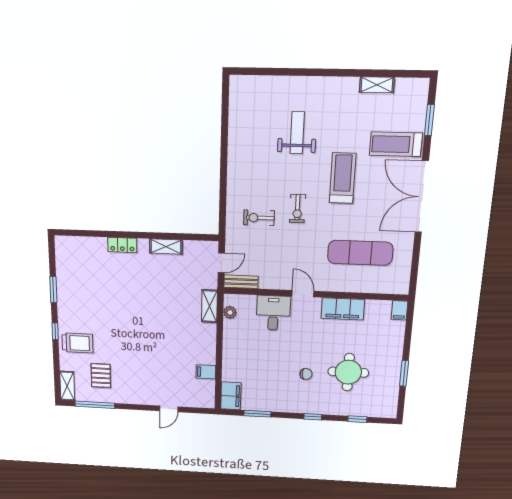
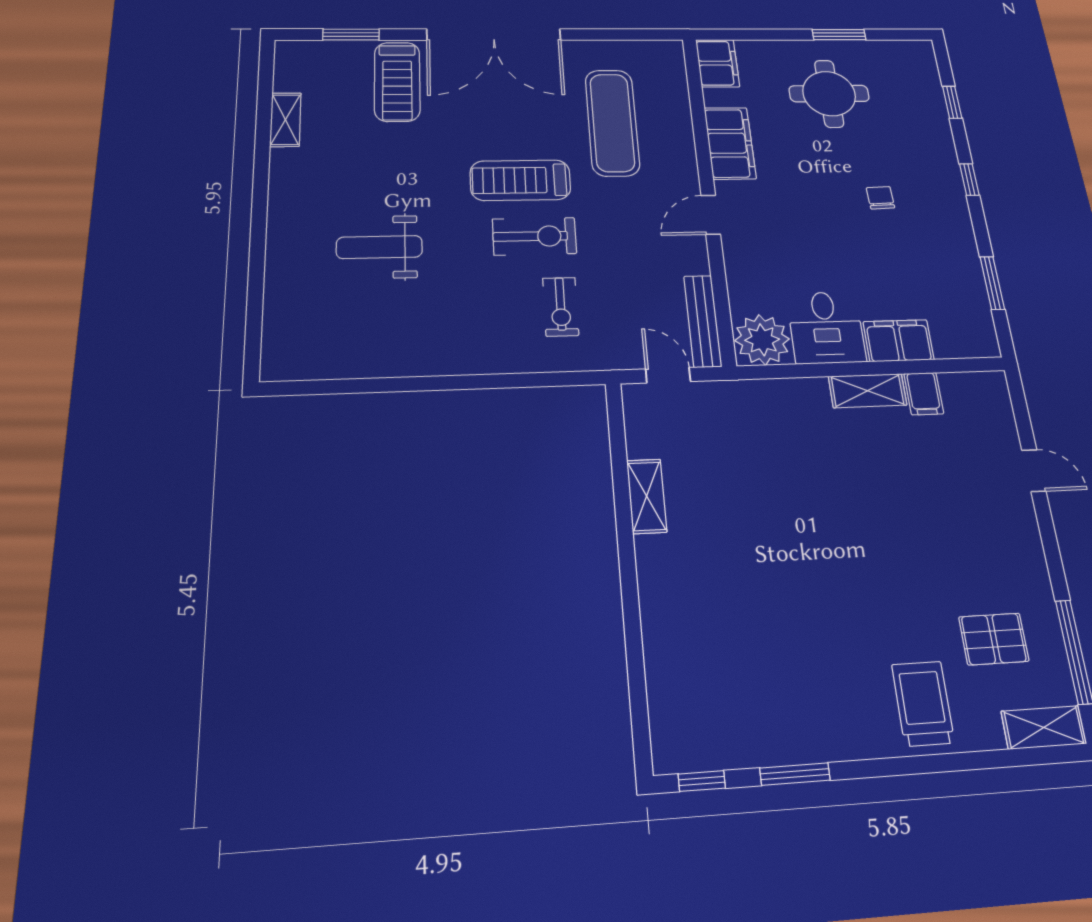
treadmill: (343, 178) -> (520, 180), moved
exercise bike: (297, 209) -> (534, 236), width x1.38, depth x1.39
locker: (122, 245) -> (656, 598), removed
bench: (241, 282) -> (703, 321), width x1.36
shelving: (209, 306) -> (868, 391), moved
filing cabinet: (399, 310) -> (718, 63), width x2.00
plant: (230, 312) -> (762, 340), width x1.87, depth x1.87
desk: (273, 313) -> (826, 327), moved, turned -90
window: (55, 331) -> (702, 781), moved
round table: (348, 372) -> (829, 94), moved
filing cabinet: (231, 396) -> (898, 341), moved

